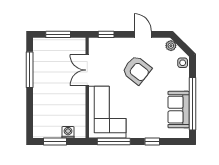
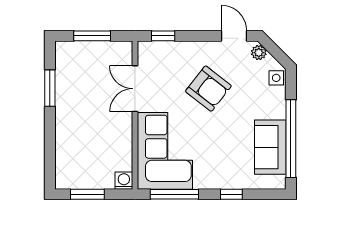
door: (143, 34) -> (234, 36), moved
window: (30, 70) -> (50, 88), width x0.69
washing machine: (68, 132) -> (124, 181), moved

